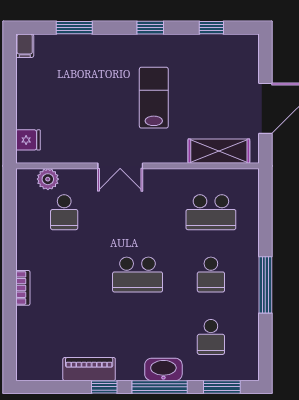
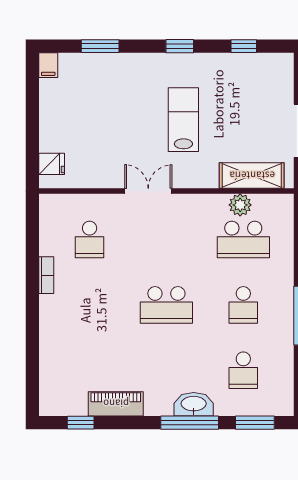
double door: (120, 166) -> (148, 191), swing flipped
plant: (48, 179) -> (240, 205), moved
bookcase: (23, 288) -> (46, 275), moved
window: (104, 387) -> (81, 423), moved

